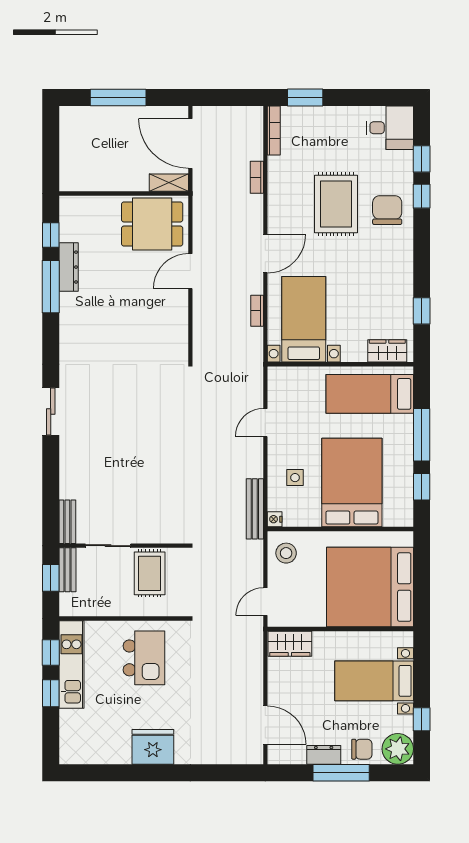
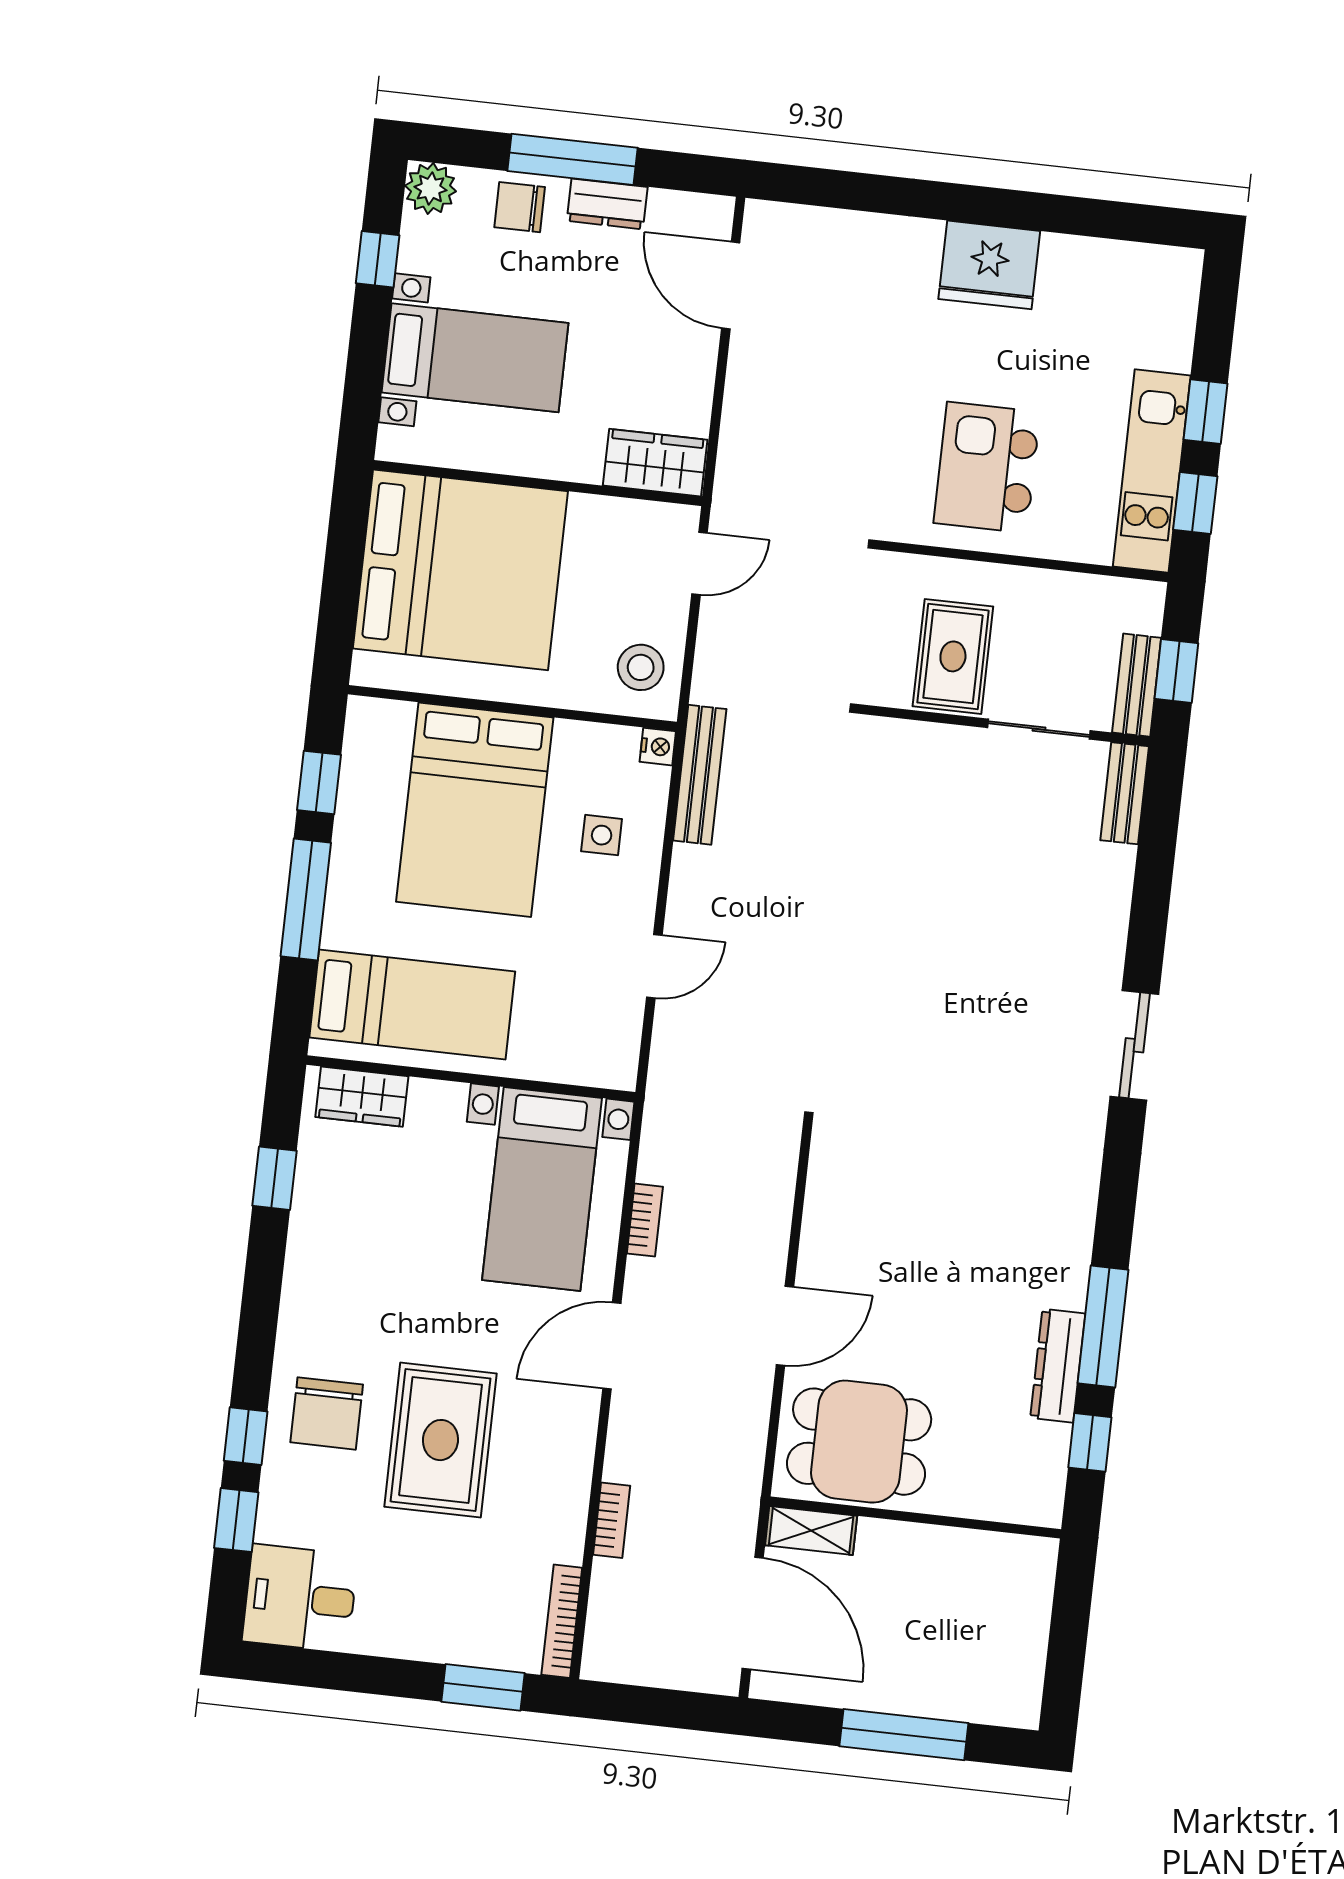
plant: (398, 749) -> (431, 188), width x0.73, depth x0.73

